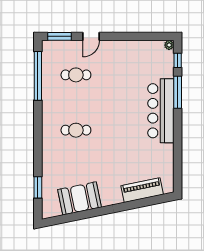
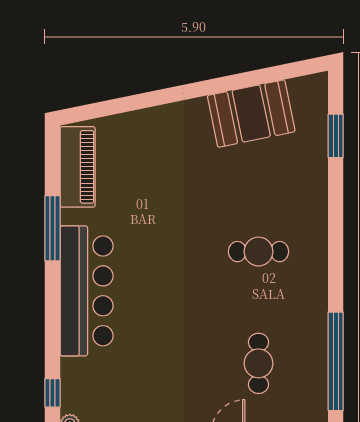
cafe table: (76, 75) -> (258, 363), turned 90
window: (178, 92) -> (52, 228), moved
piano: (142, 190) -> (78, 167), moved, turned -78

